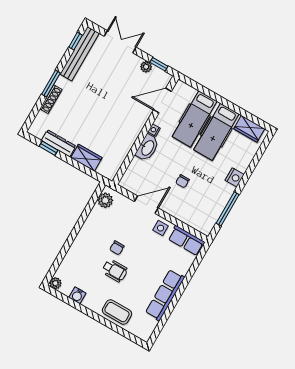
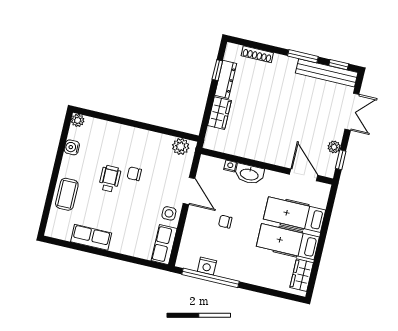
window: (51, 84) -> (303, 56), moved
shoe rack: (51, 99) -> (257, 54), moved
nightstand: (154, 130) -> (230, 166), moved
nightstand: (235, 177) -> (207, 266), moved
window: (228, 209) -> (210, 278), width x1.46
wheelchair: (115, 271) -> (110, 179), turned 180
row of seats: (165, 295) -> (91, 237), width x0.68

